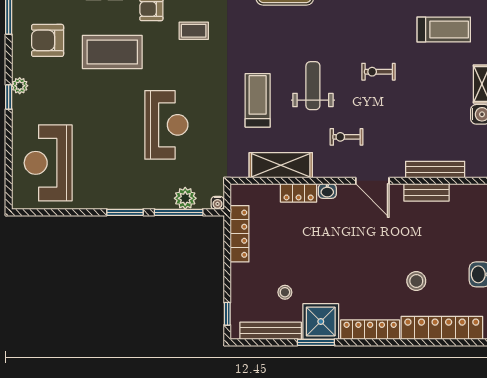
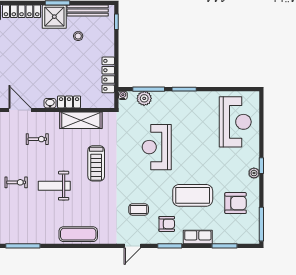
weight bench: (313, 86) -> (54, 186), moved, turned 90

